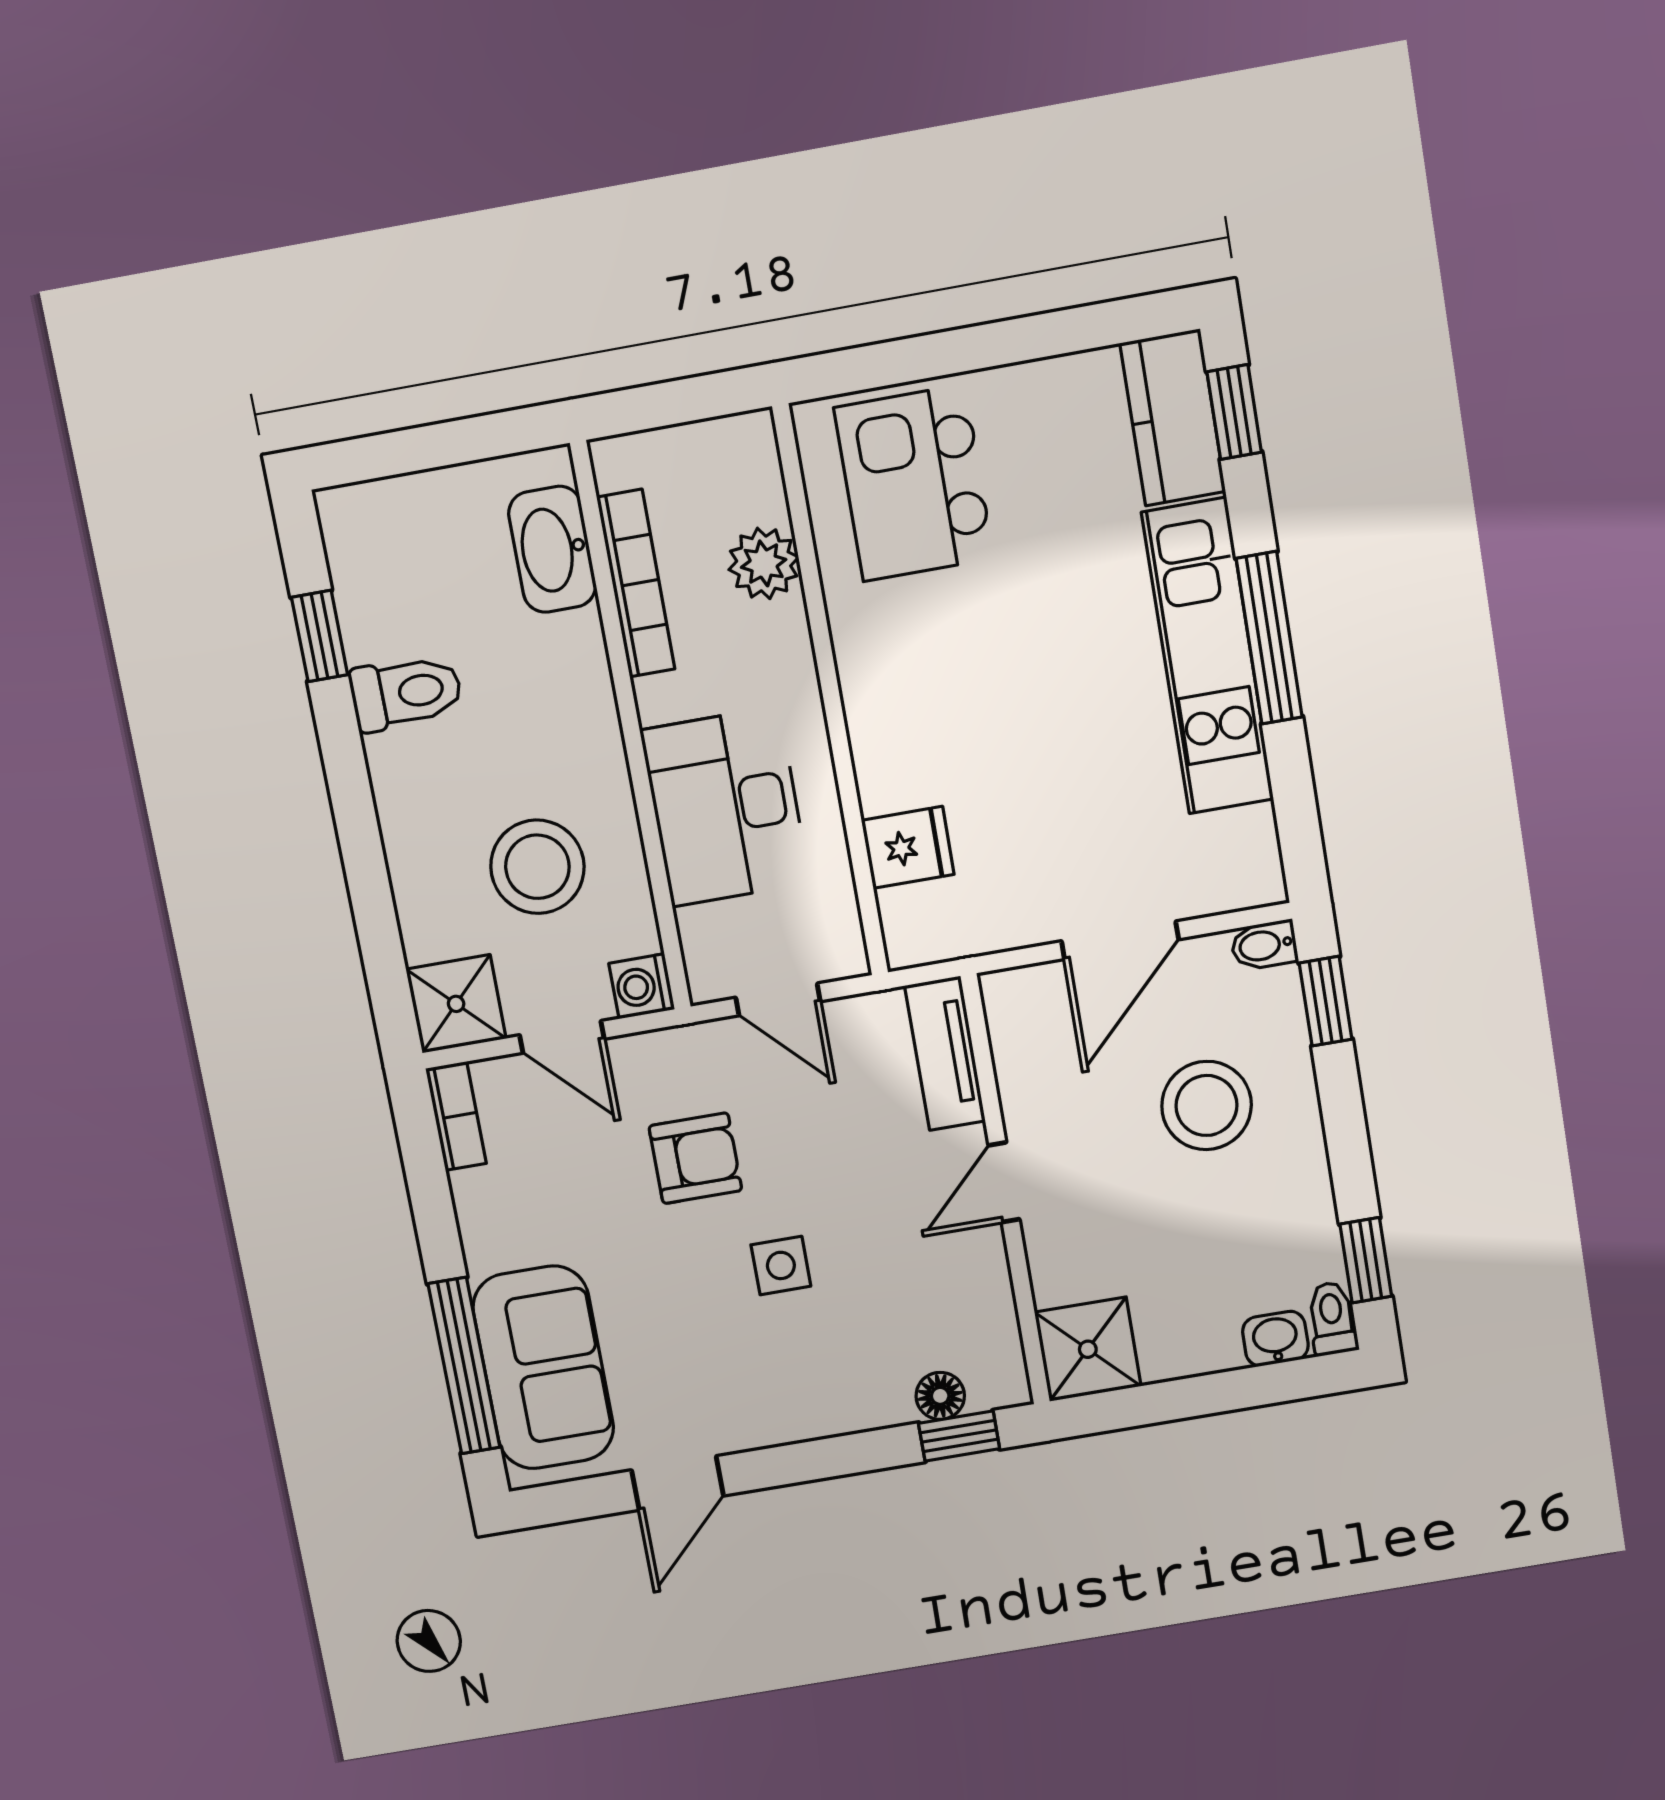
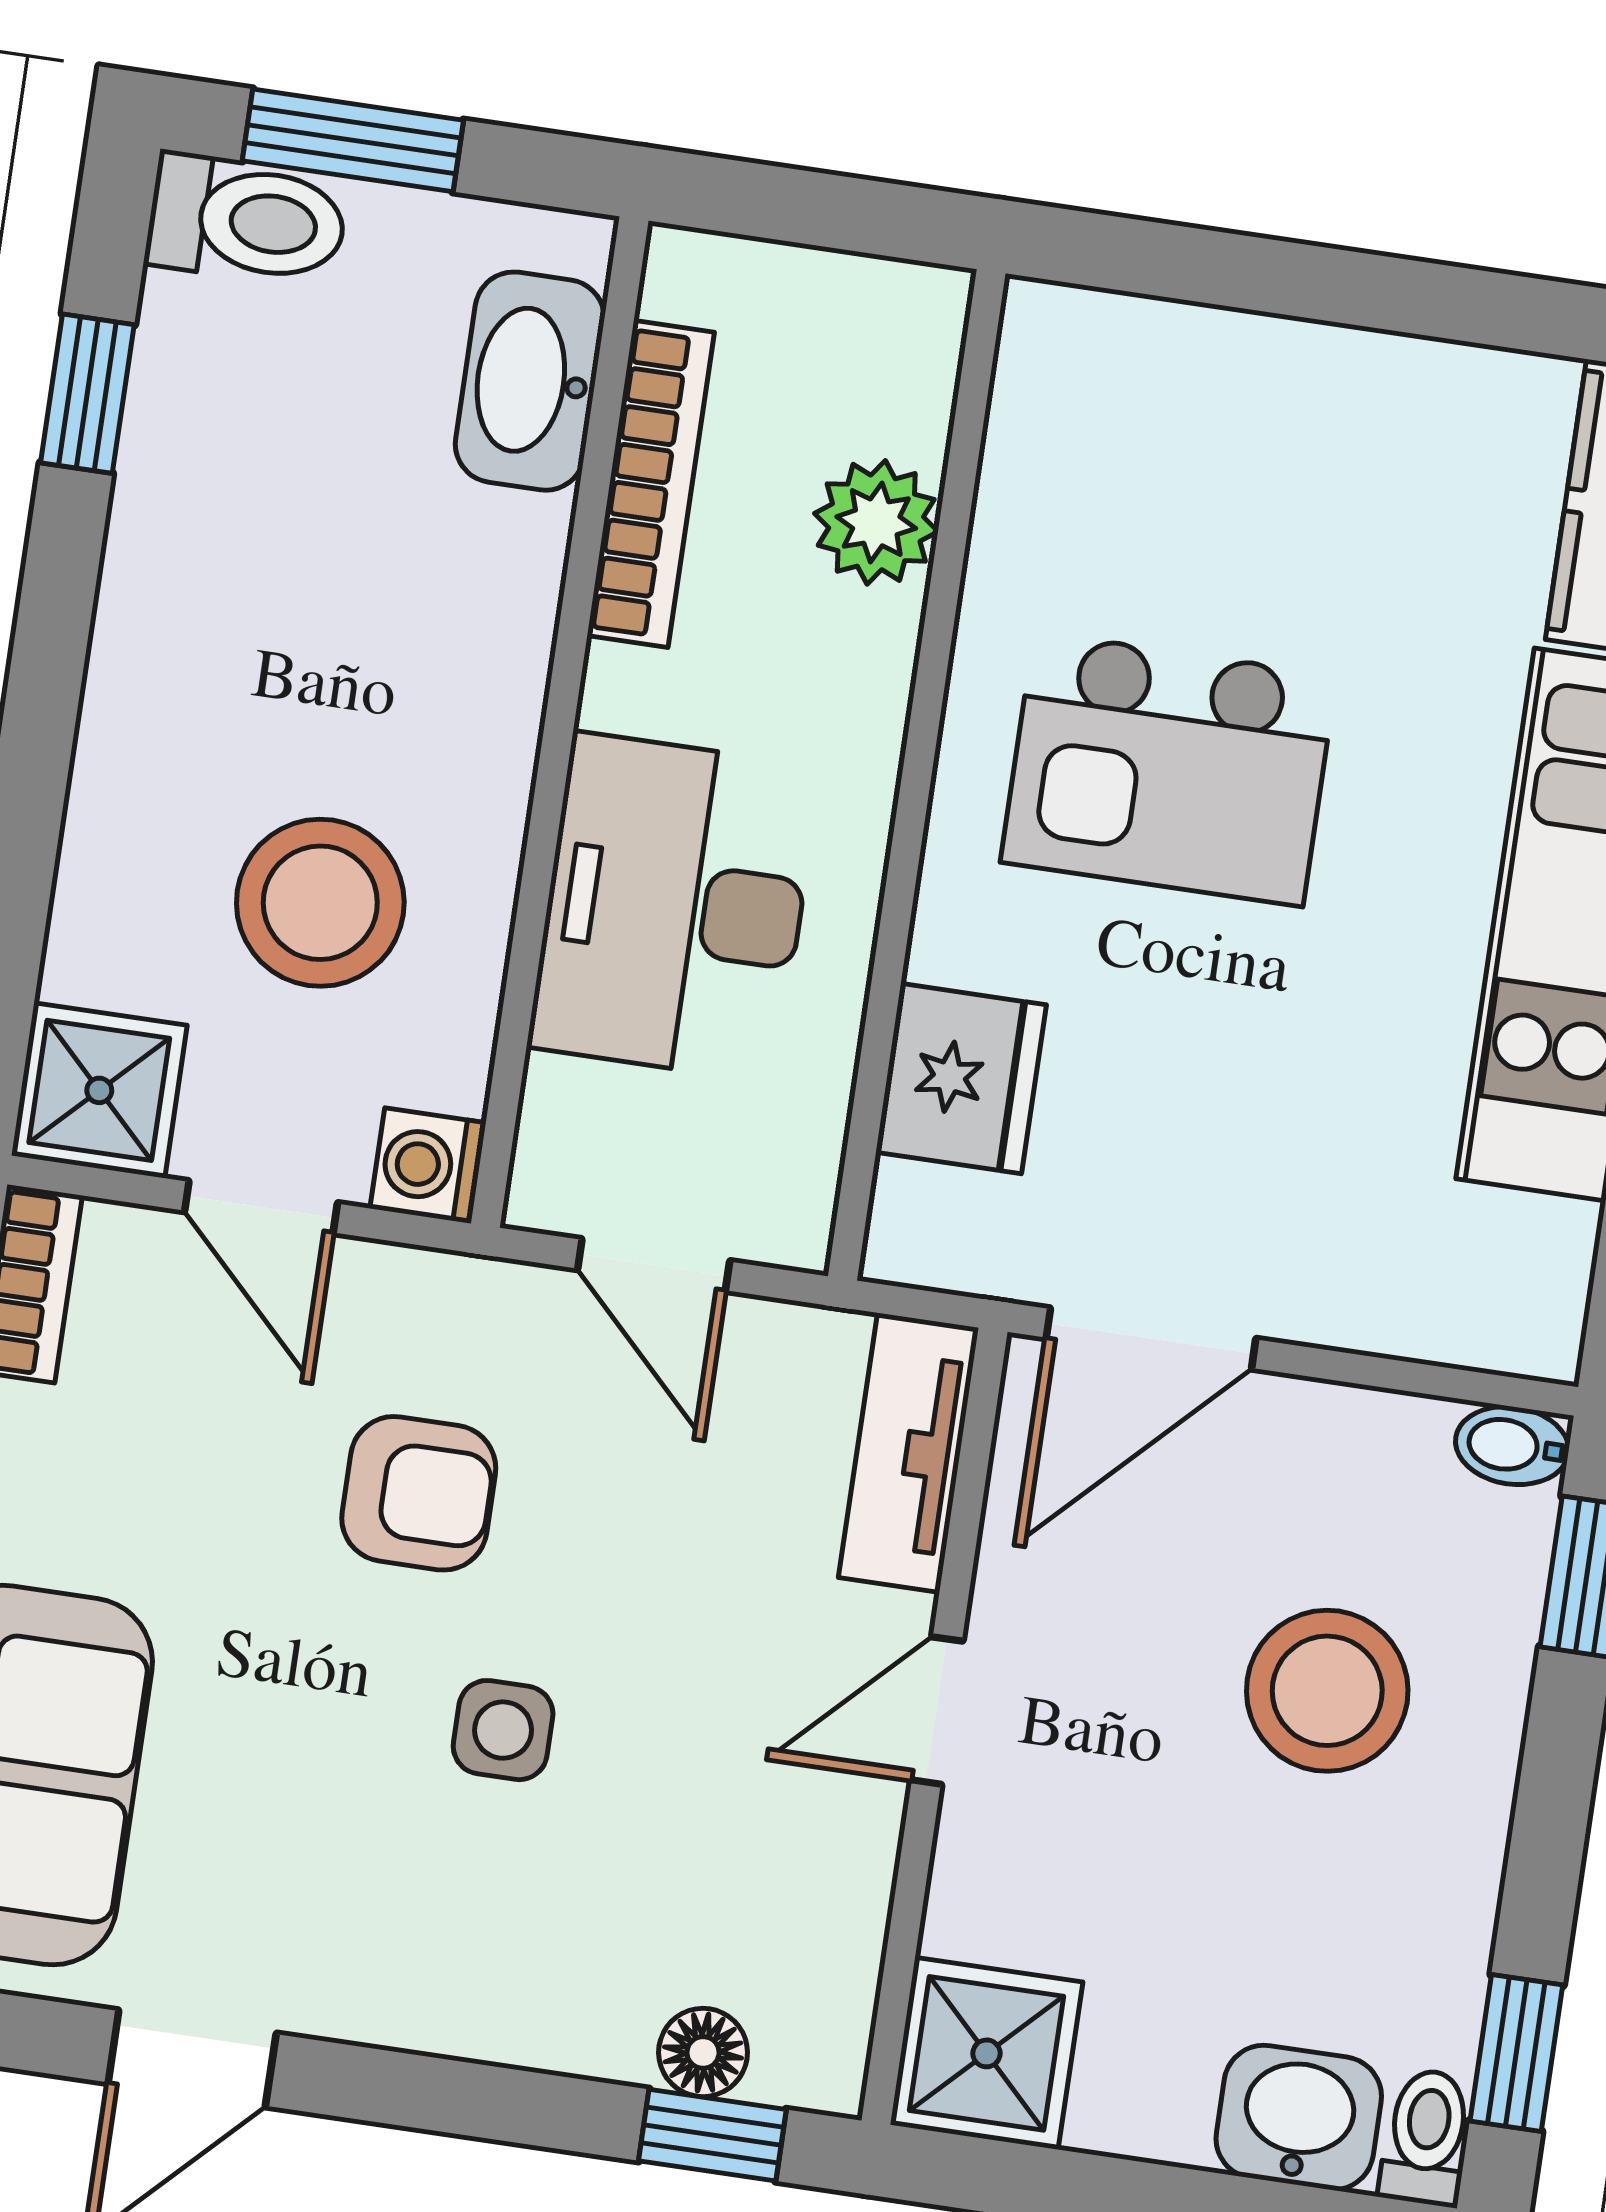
window: (413, 450) -> (353, 140), added
kitchen island: (914, 483) -> (1169, 769), moved, turned -90
toilet: (406, 693) -> (247, 220), moved
fridge: (908, 847) -> (961, 1079), width x1.38
door: (1120, 940) -> (1151, 1339), moved
washbasin: (1275, 1339) -> (1299, 2117), width x1.38, depth x1.45

